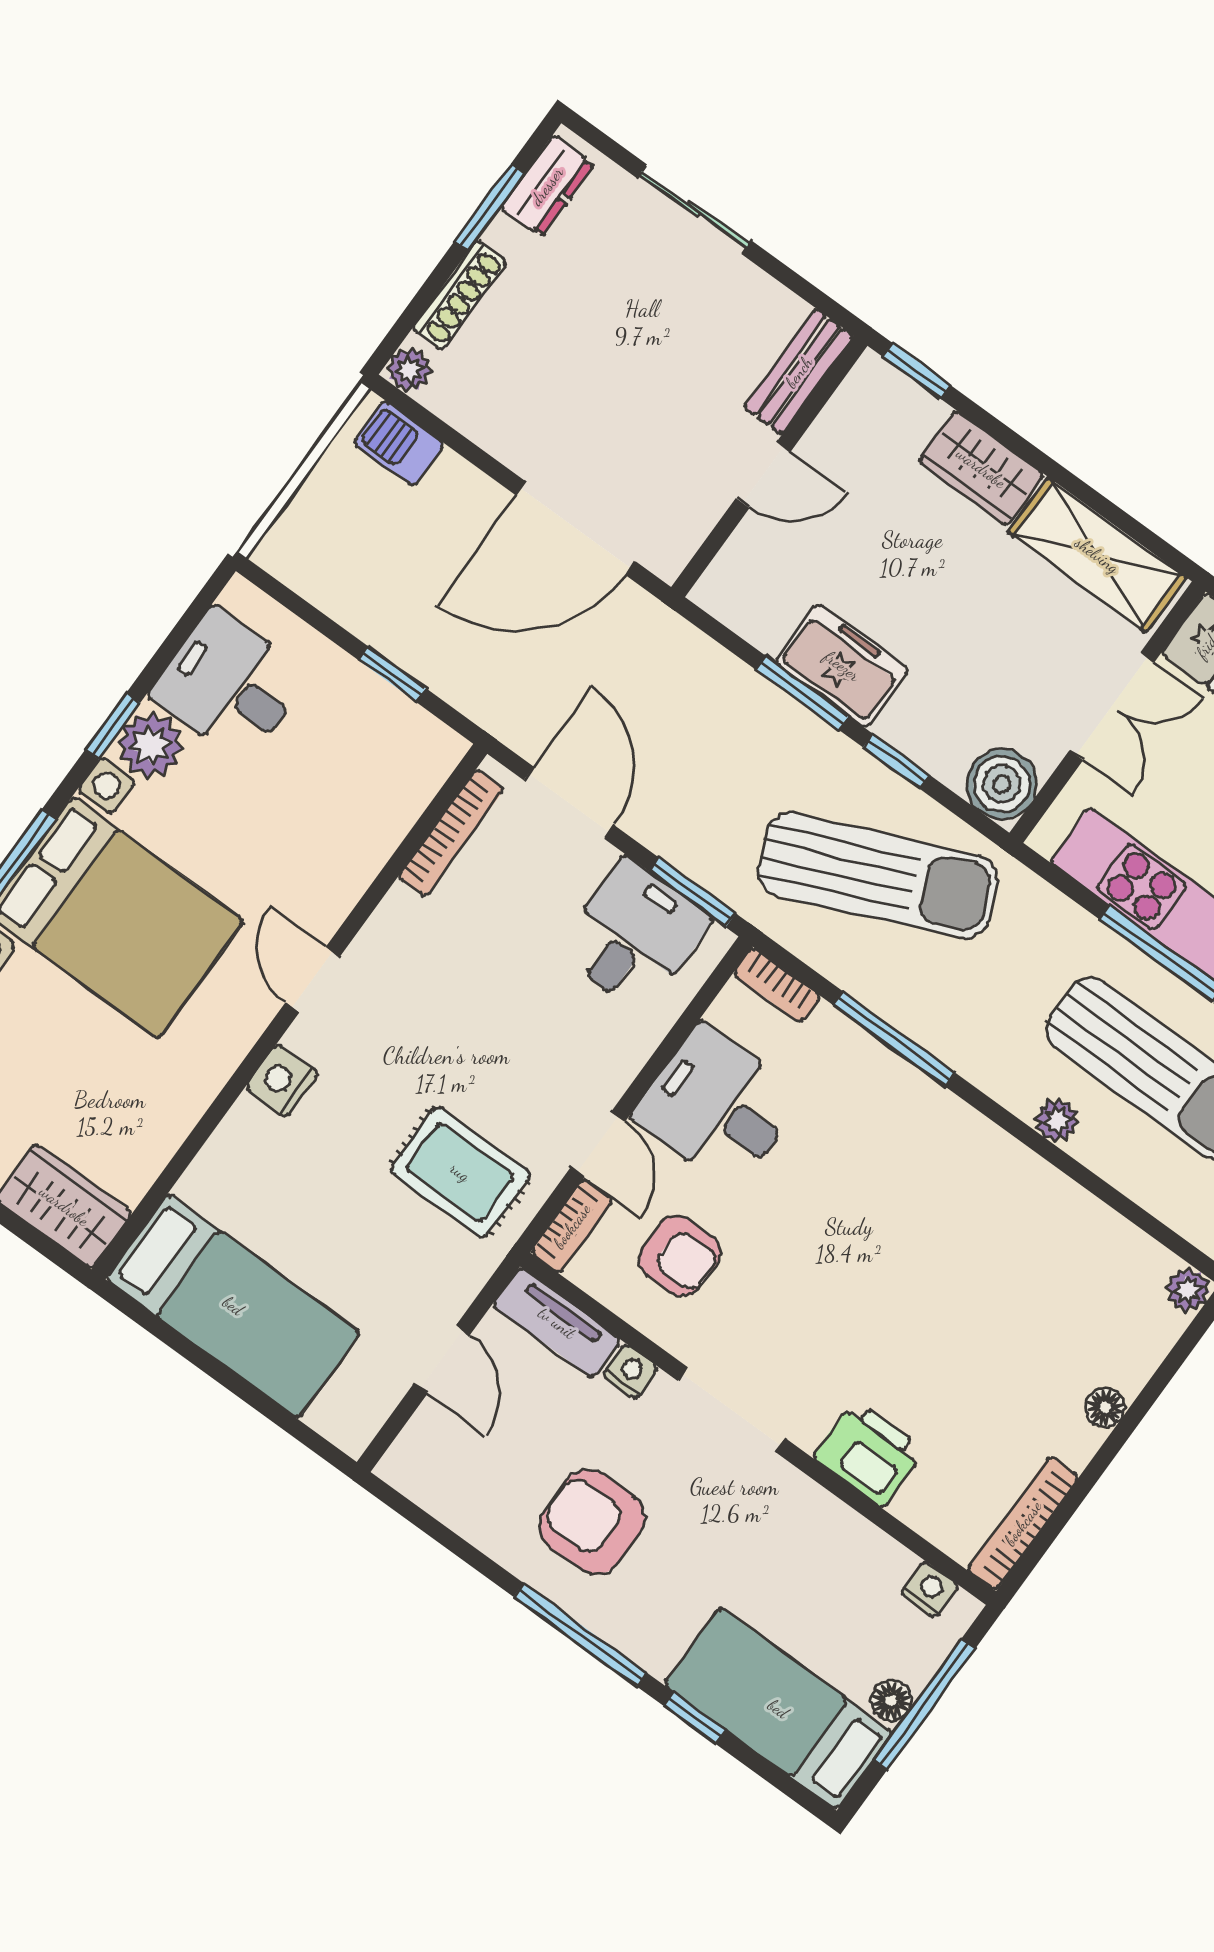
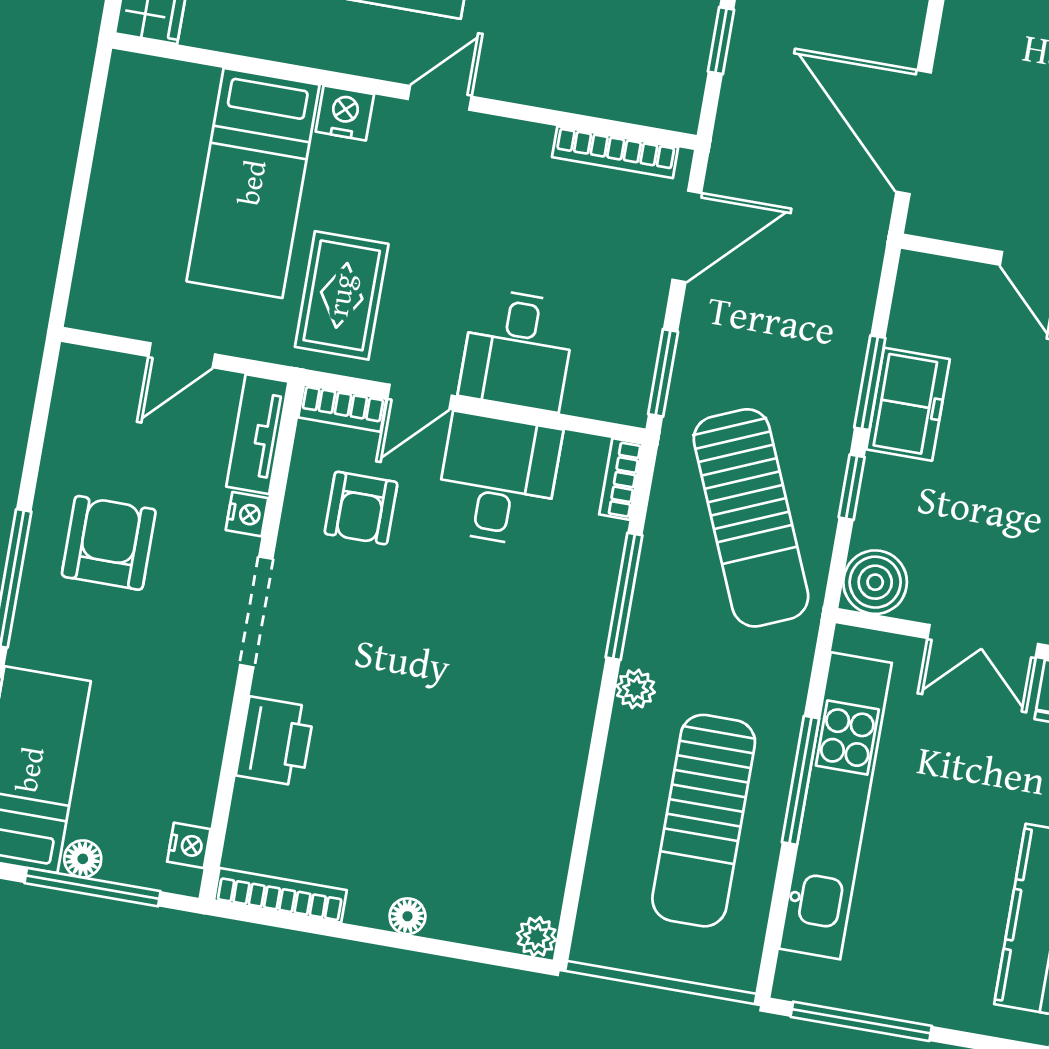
desk: (634, 936) -> (517, 350), moved, turned 90
plant: (1057, 1120) -> (636, 689), moved
bed: (233, 1306) -> (253, 183), moved

